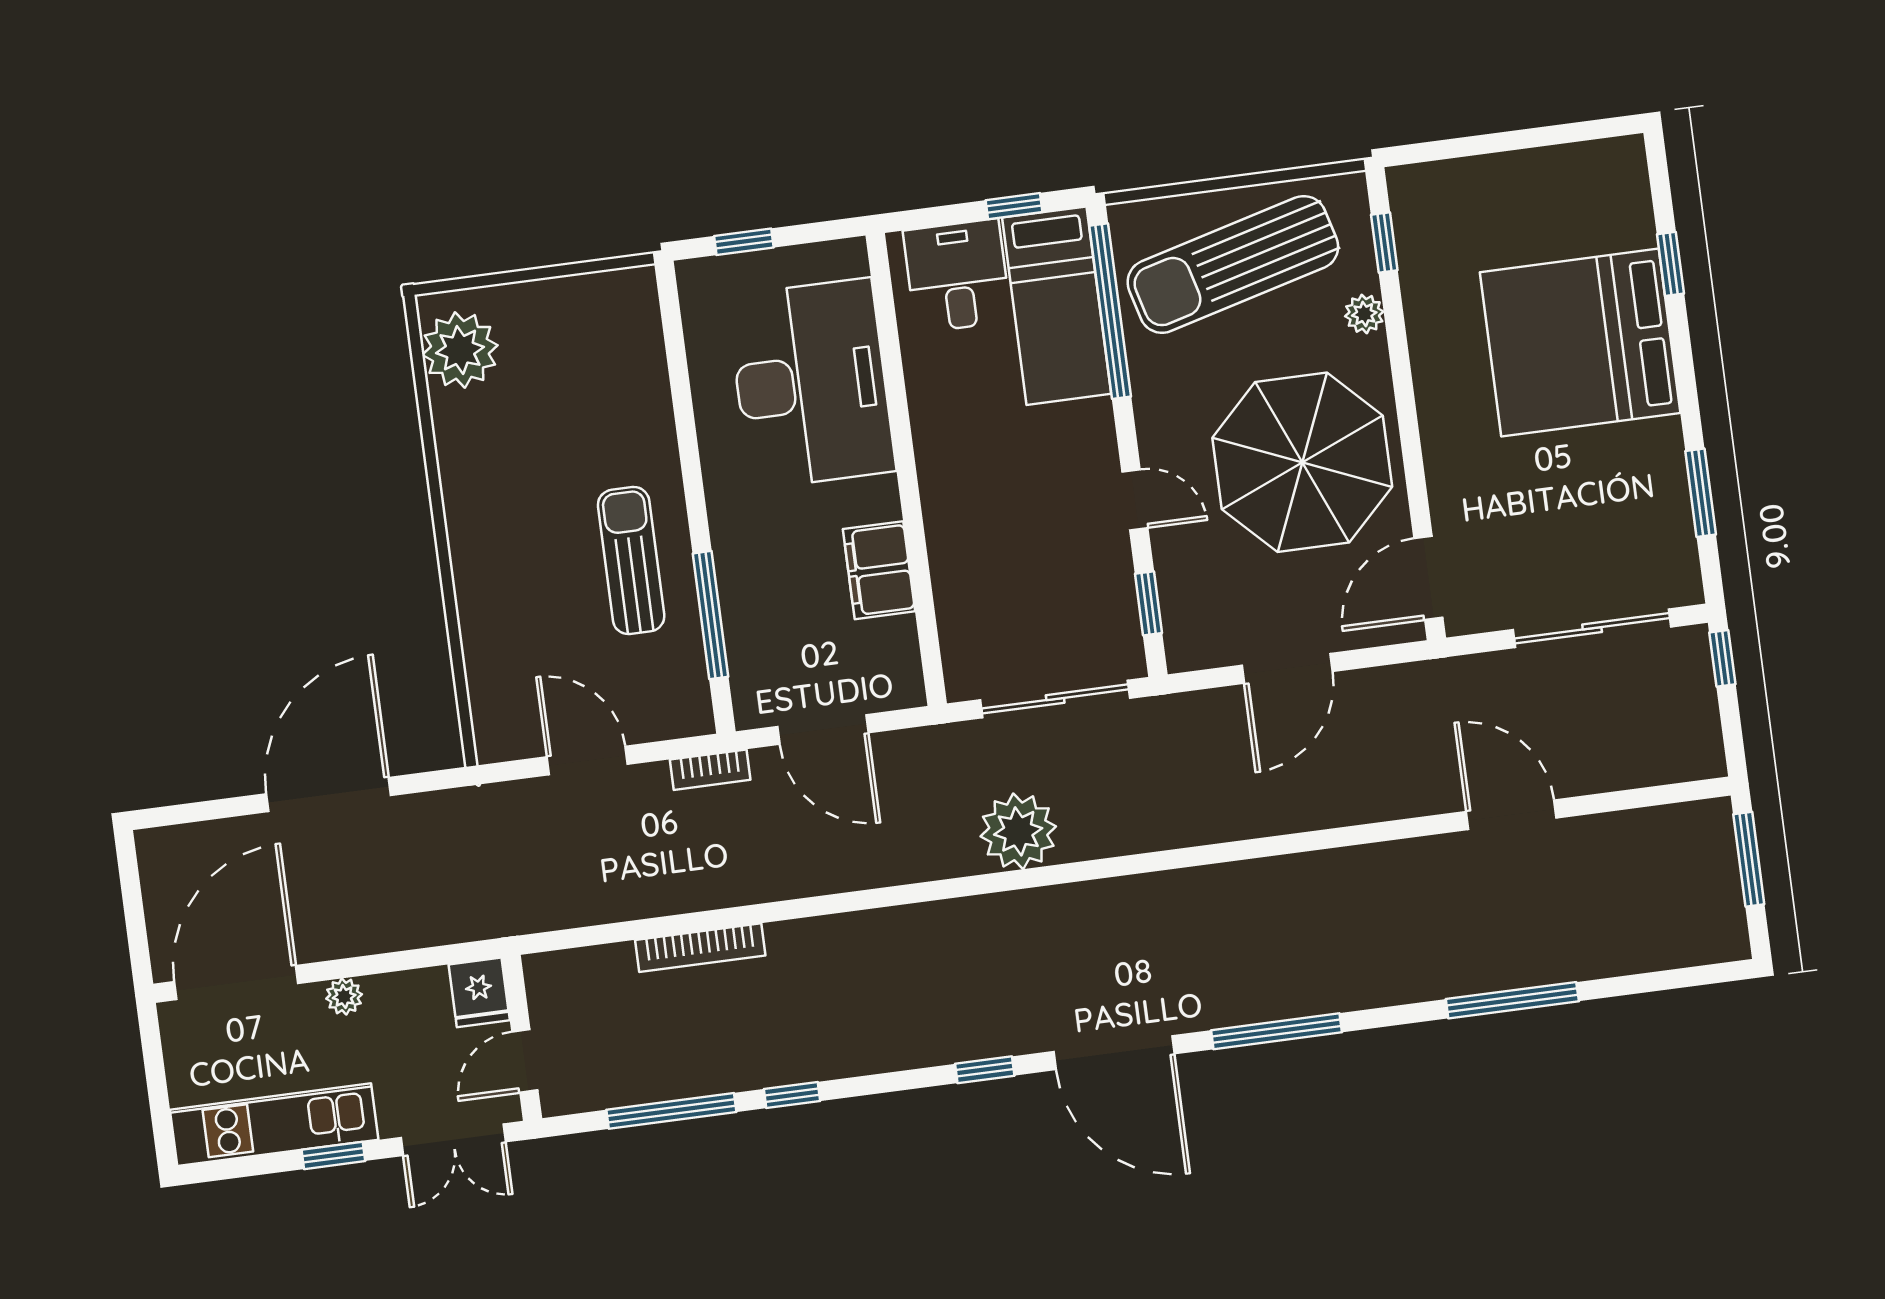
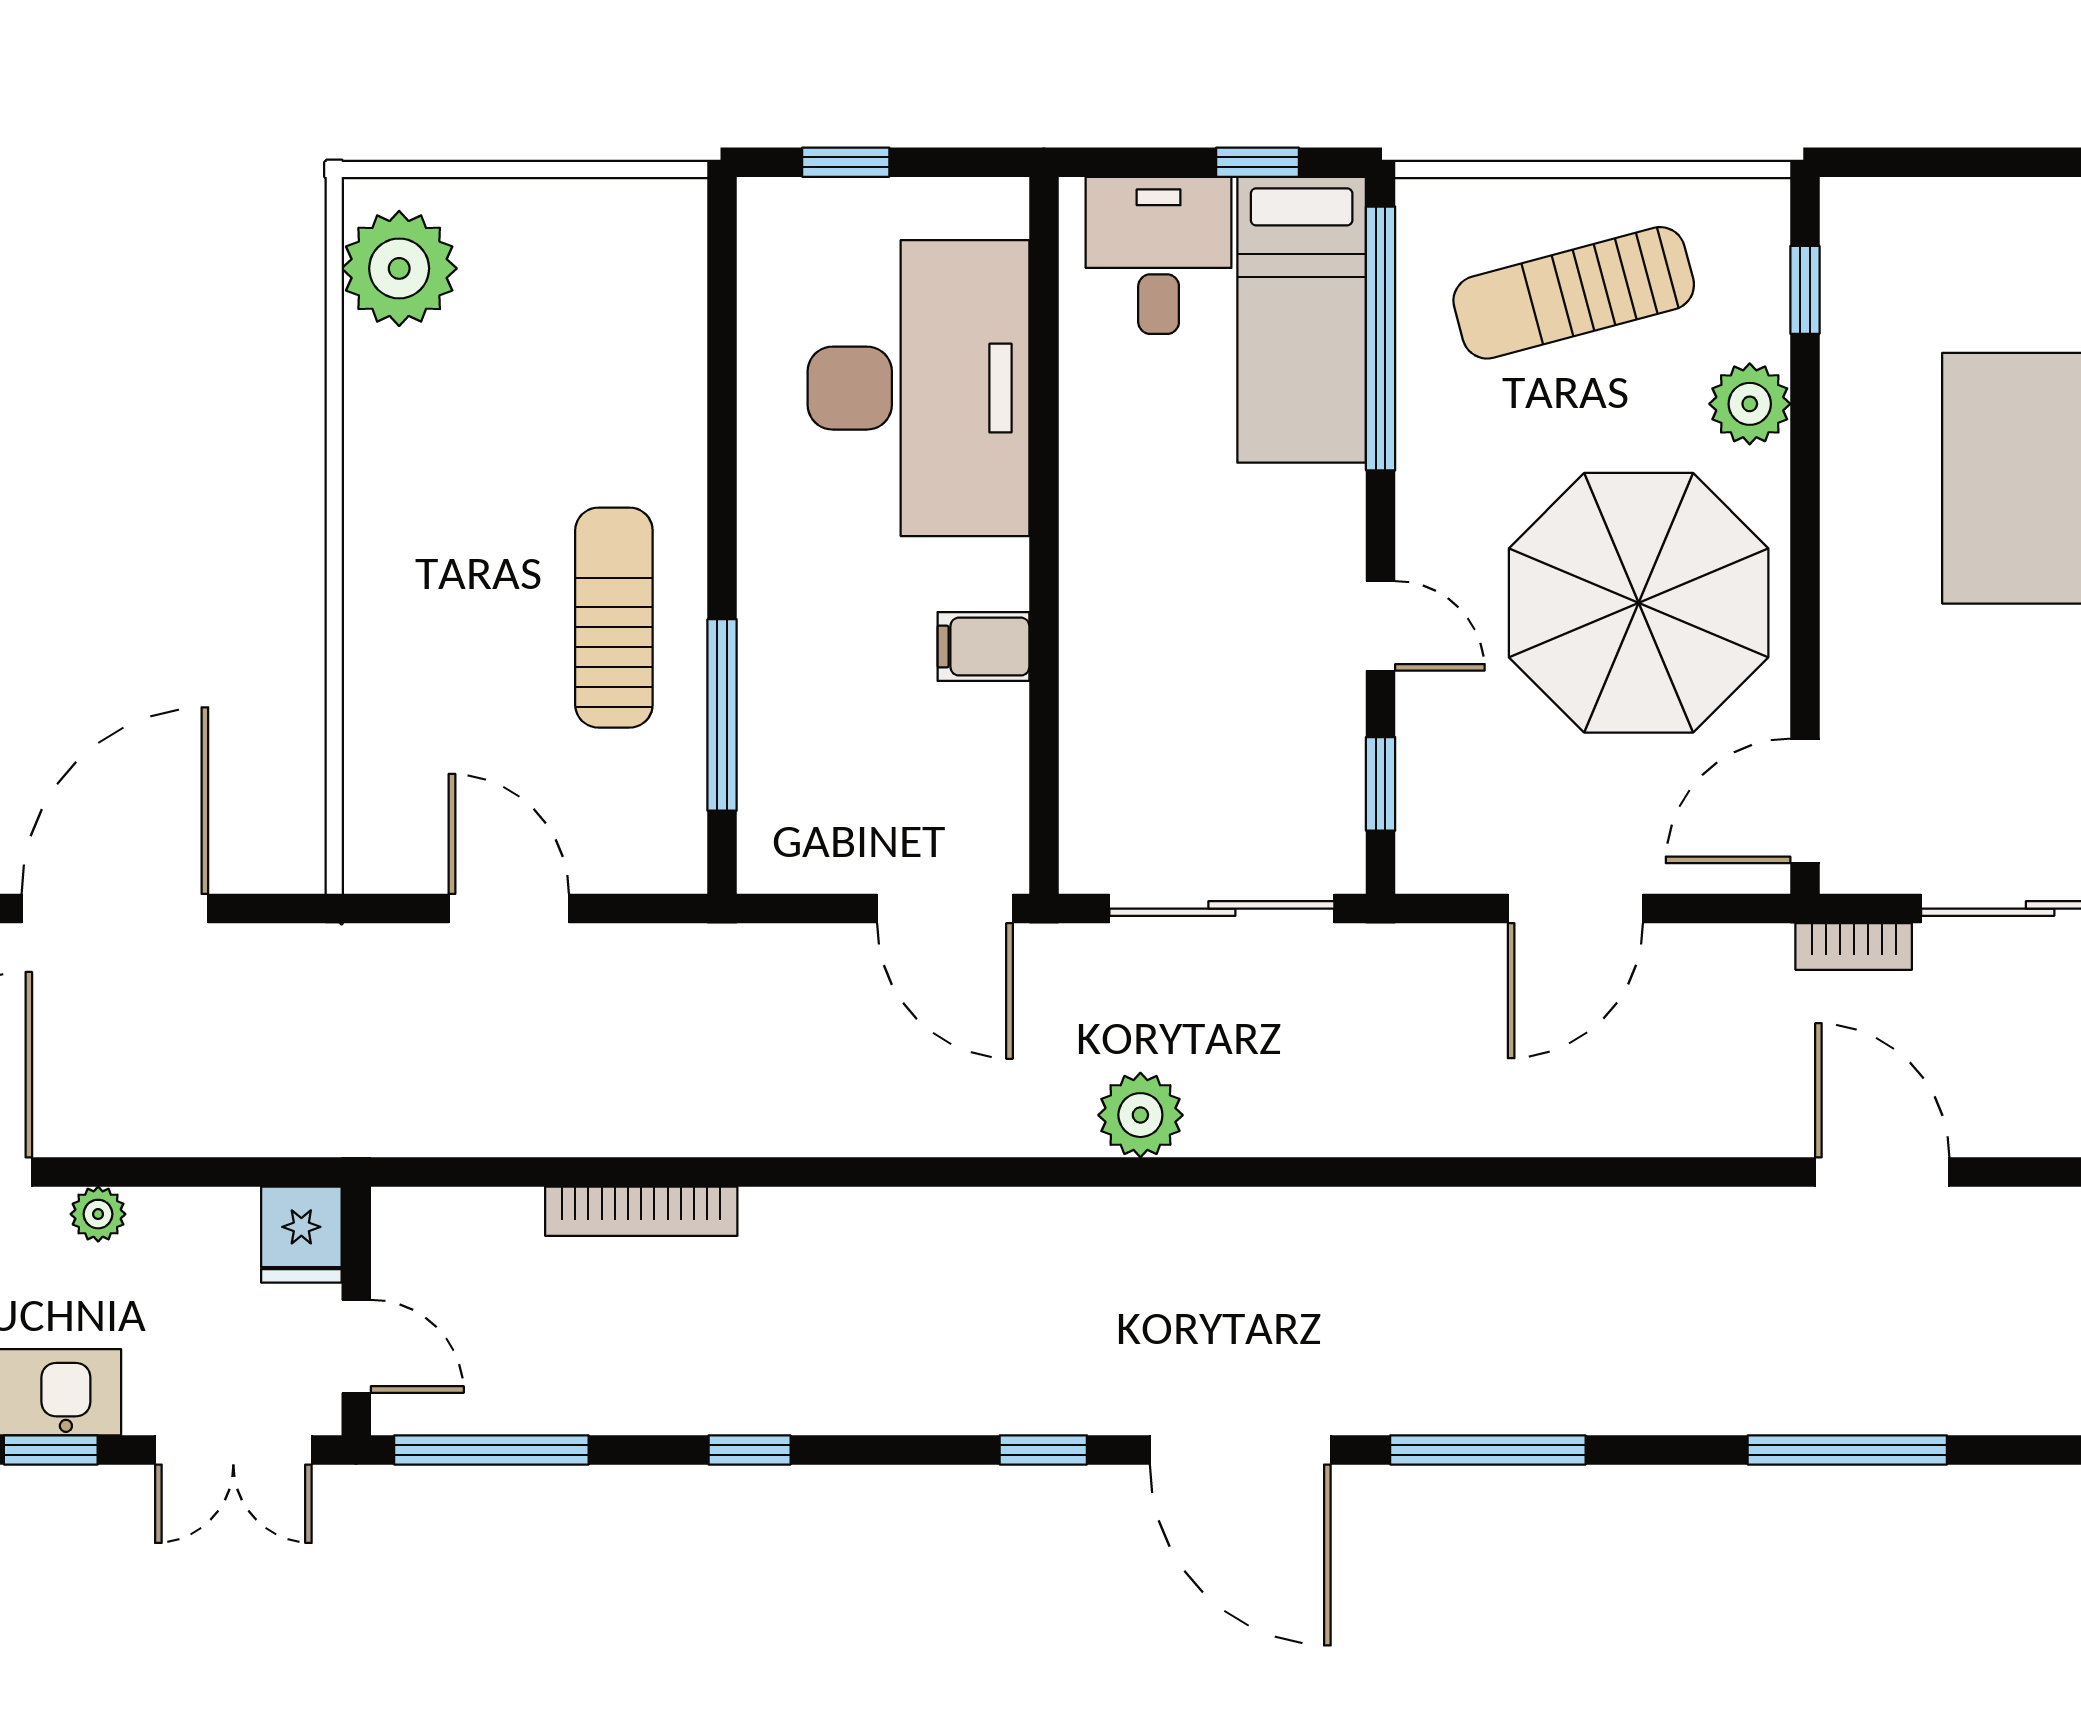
sun lounger: (1233, 264) -> (1574, 293), width x0.73, depth x0.75
plant: (1364, 314) -> (1750, 404), width x1.38, depth x1.38
filing cabinet: (879, 570) -> (983, 647), width x0.50
door: (823, 730) -> (945, 909), moved
bookcase: (710, 770) -> (1854, 946), moved
plant: (1018, 831) -> (1140, 1115), width x0.73, depth x0.73
door: (525, 1061) -> (356, 1346), swing flipped
window: (671, 1111) -> (491, 1450), moved

